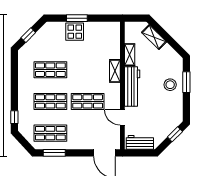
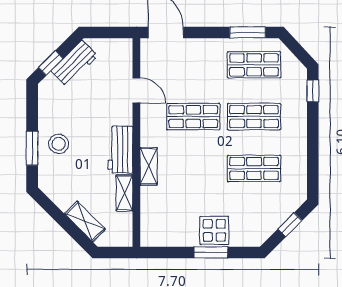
workbench: (132, 87) -> (120, 150), width x0.73
workbench: (140, 142) -> (74, 64), moved, turned -45

